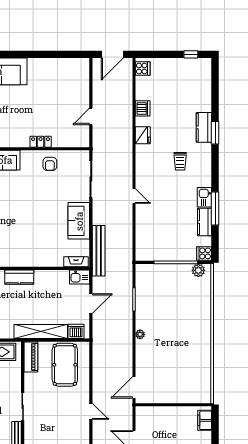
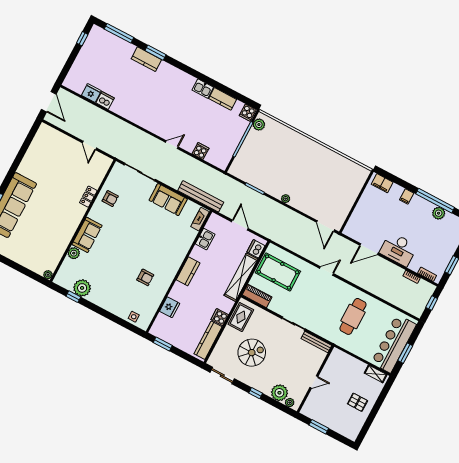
cooker: (143, 69) -> (200, 151), moved
fridge: (143, 135) -> (91, 93), moved
trolley: (180, 161) -> (163, 93), removed
window: (215, 208) -> (119, 33), moved
kitchen sink: (80, 277) -> (205, 239), moved

